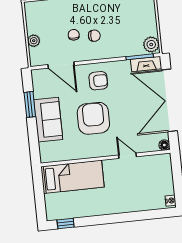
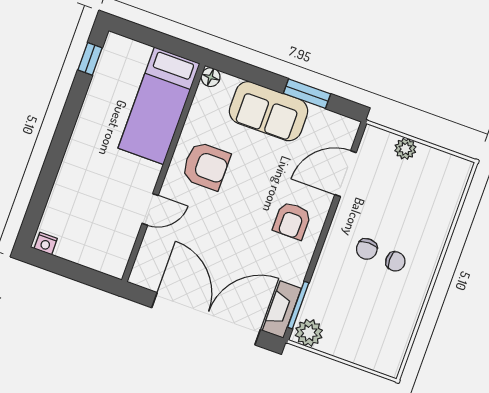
chair: (74, 35) -> (395, 261), moved
armchair: (93, 118) -> (206, 166), moved, width x0.73, depth x0.73
floor lamp: (164, 145) -> (211, 77), moved

